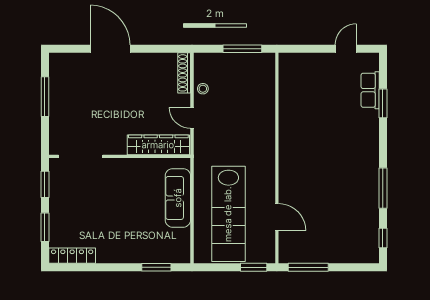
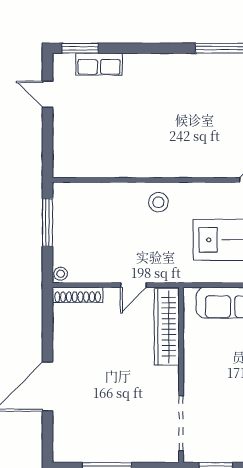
stool: (203, 89) -> (61, 274), moved
window: (383, 103) -> (80, 48), moved
stool: (259, 138) -> (158, 202), added

